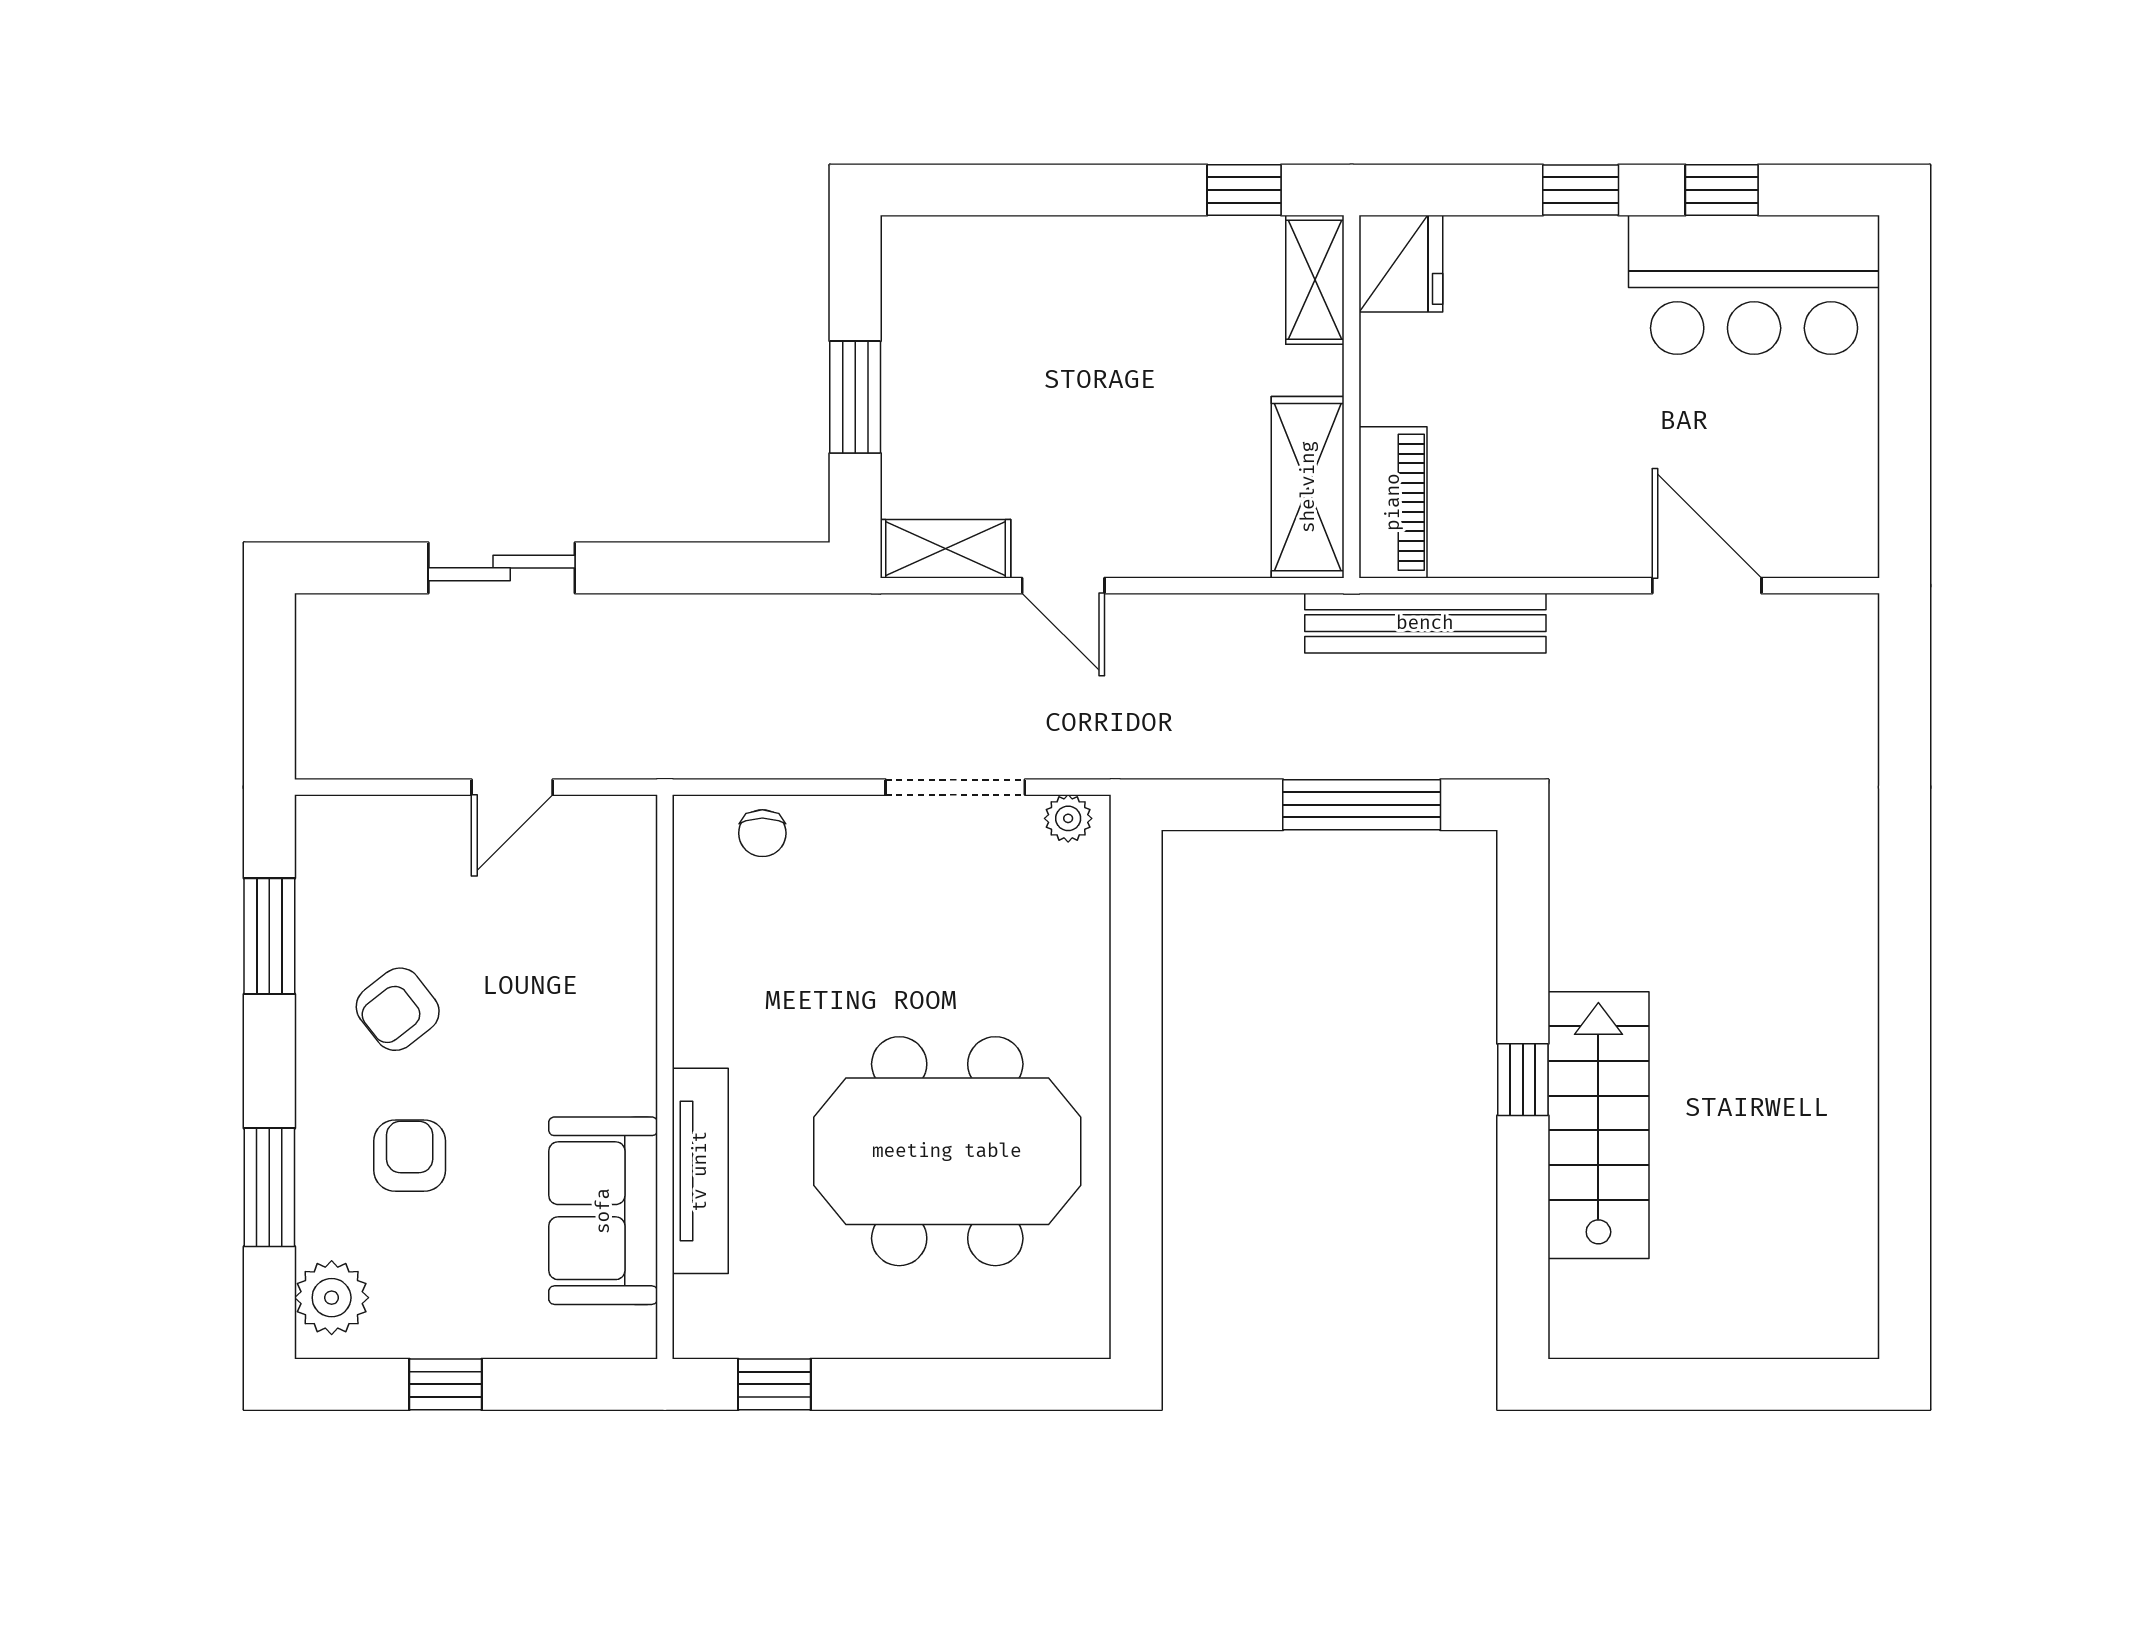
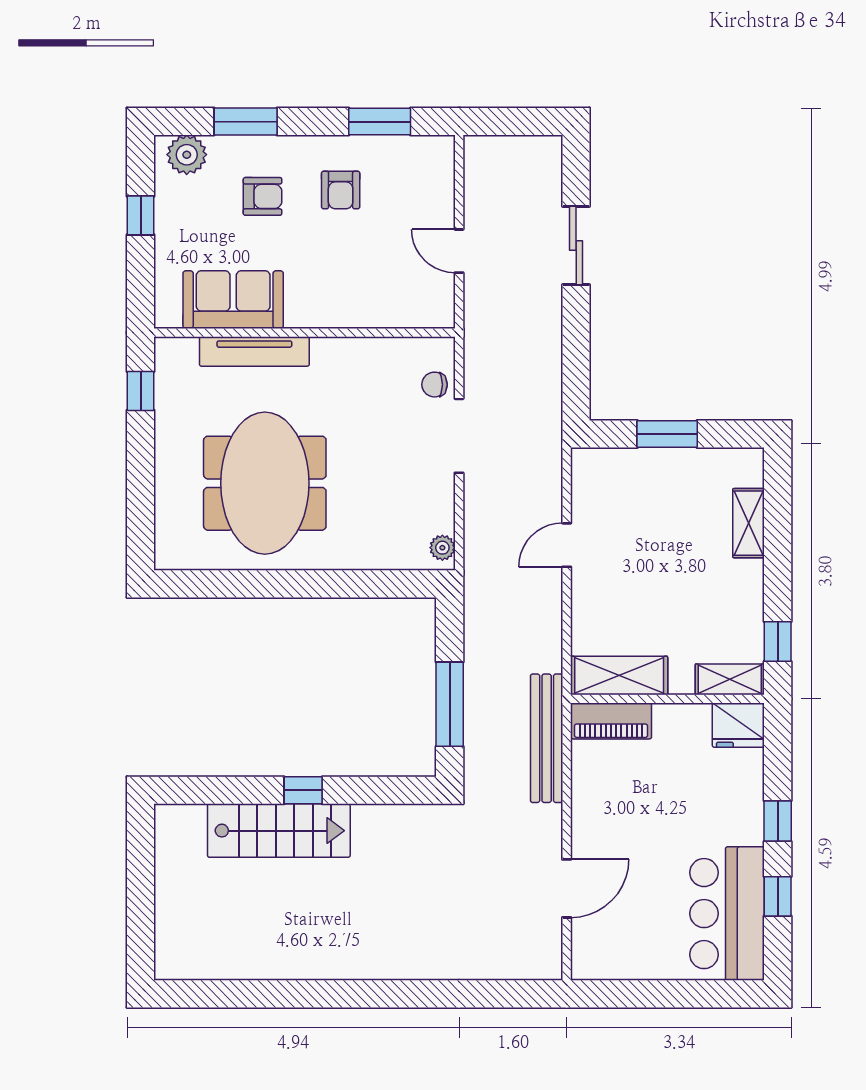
shelving: (945, 549) -> (749, 523), moved
doorway: (955, 787) -> (459, 436), moved
armchair: (398, 1009) -> (341, 190), turned -142

